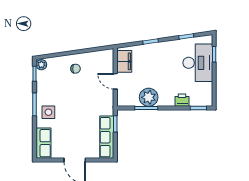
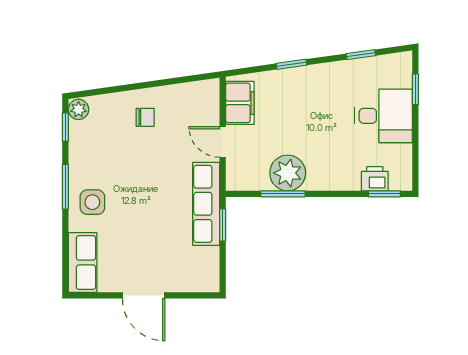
desk: (198, 63) -> (383, 116), width x0.73
printer: (182, 100) -> (375, 179), moved
row of seats: (107, 137) -> (206, 204), moved

